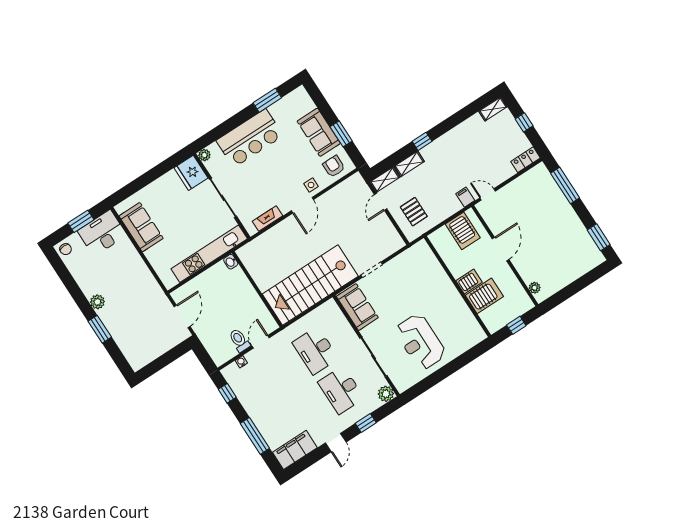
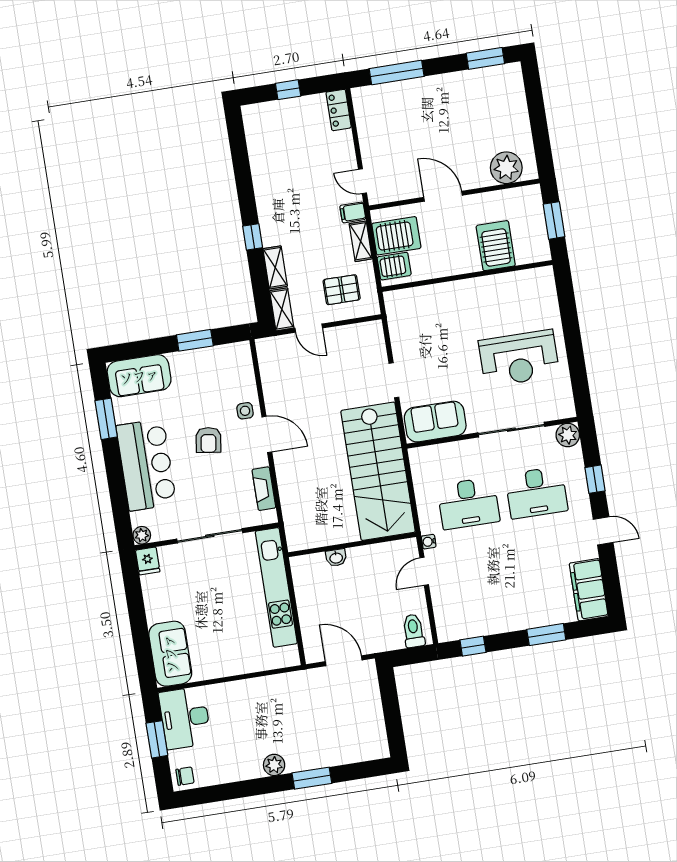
shelving: (493, 109) -> (361, 241), moved
sofa: (319, 132) -> (139, 376), moved
armchair: (334, 166) -> (208, 440), moved, turned -82
fridge: (191, 173) -> (148, 561), width x0.53, depth x0.75
door: (488, 194) -> (362, 181), hinge flipped
sofa: (141, 227) -> (170, 654), moved, turned 90
washbasin: (231, 262) -> (336, 558), moved
server rack: (469, 281) -> (394, 266), moved, turned 90
plant: (535, 288) -> (506, 168), width x1.87, depth x1.87
window: (516, 325) -> (554, 220), width x1.50
toilet: (239, 340) -> (414, 631), moved, turned 90
door: (261, 342) -> (424, 571), hinge flipped
water cooler: (241, 362) -> (429, 542), moved
window: (255, 436) -> (546, 635), width x0.69

